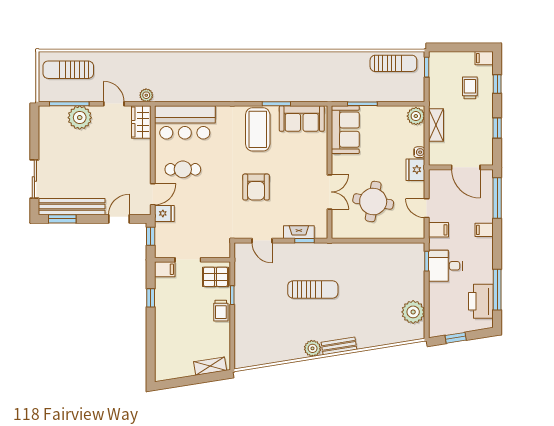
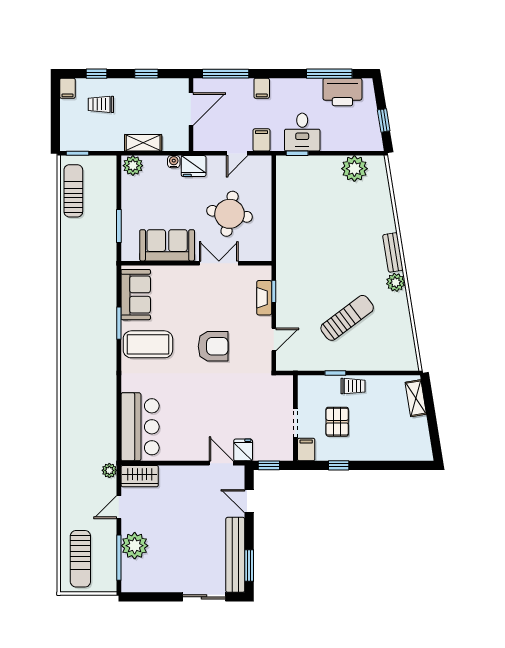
sofa: (345, 130) -> (167, 245), moved
cafe table: (183, 169) -> (193, 429), removed
pallet: (215, 277) -> (337, 422), moved
sun lounger: (313, 289) -> (347, 318), moved, turned 53

